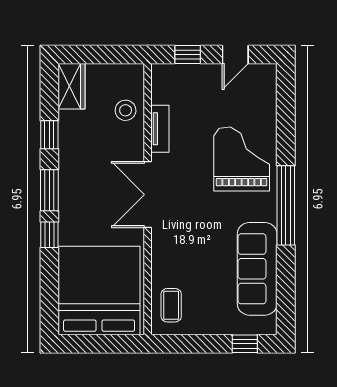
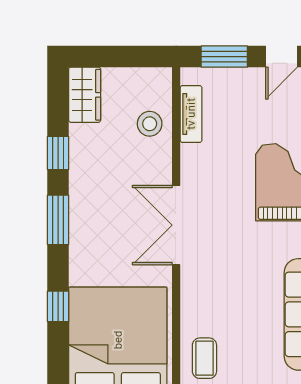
window: (188, 54) -> (224, 57), width x1.50
tv unit: (160, 129) -> (191, 114), moved
window: (49, 235) -> (58, 306), moved

